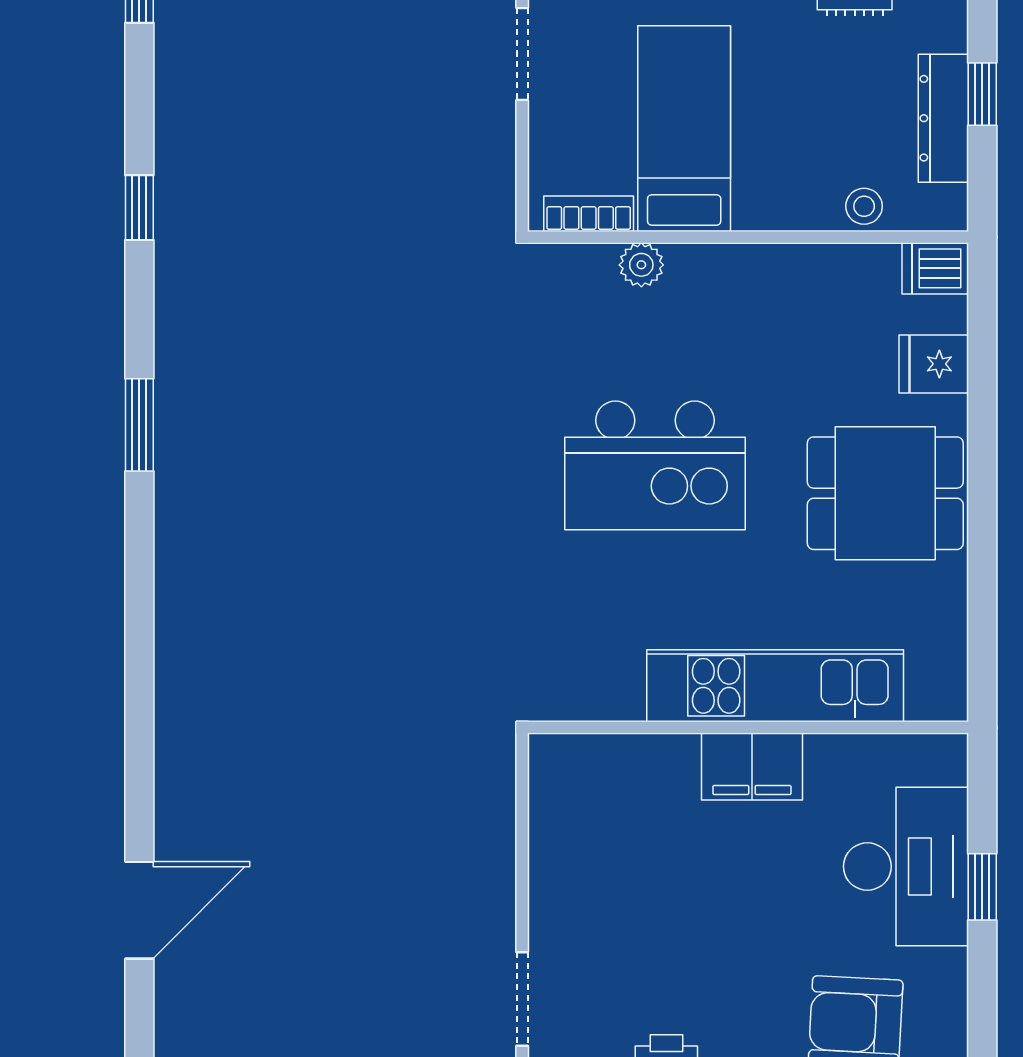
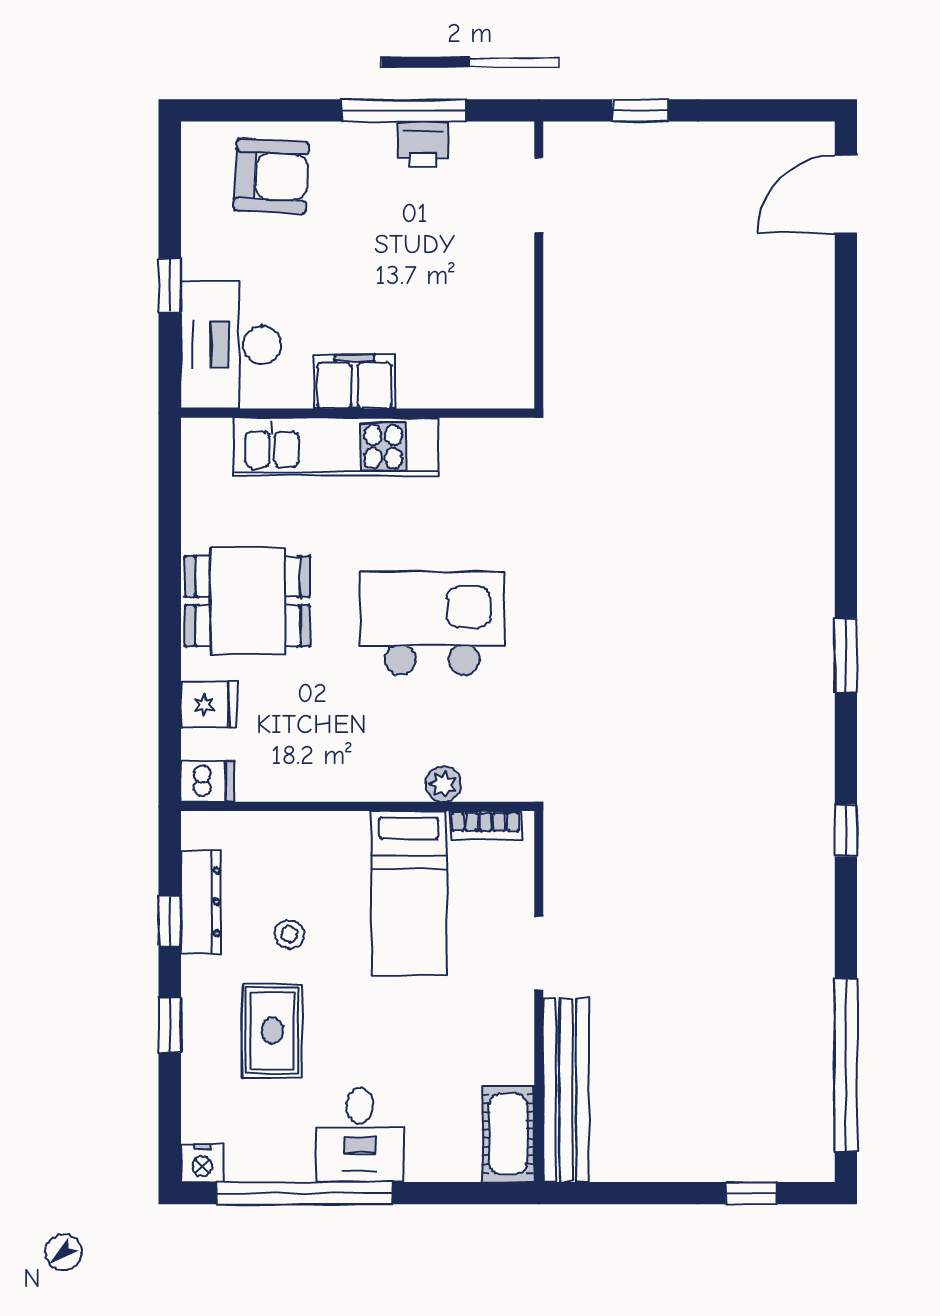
stool: (864, 206) -> (289, 934), moved
desk: (906, 866) -> (231, 345), moved
door: (139, 910) -> (846, 194), moved

